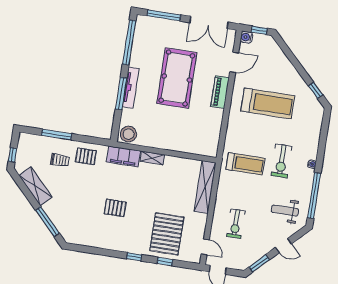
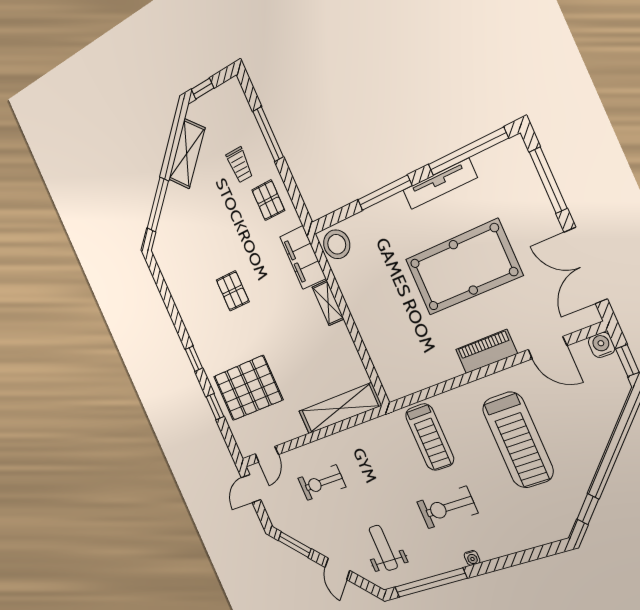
tv unit: (131, 88) -> (440, 184), moved
treadmill: (245, 164) -> (430, 437), moved

